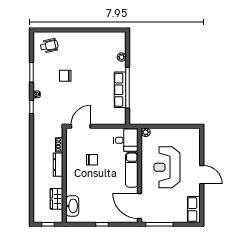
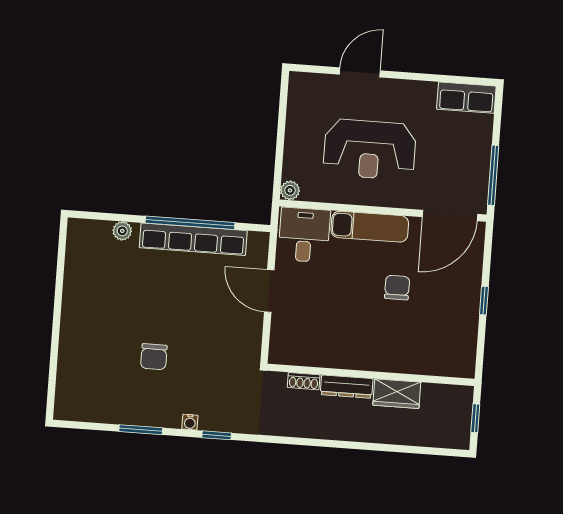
wheelchair: (49, 46) -> (86, 387), removed
row of seats: (120, 90) -> (193, 239), width x1.36
door: (81, 126) -> (269, 291), moved
chair: (92, 160) -> (397, 288), moved
door: (202, 175) -> (360, 72), moved
wardrobe: (57, 199) -> (397, 394), moved
washbasin: (72, 206) -> (439, 362), removed

